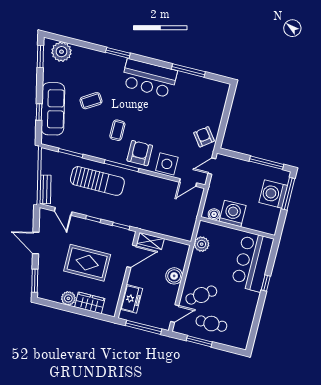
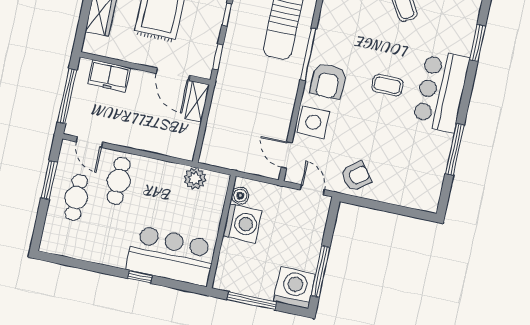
coffee table: (117, 130) -> (387, 85), moved
armchair: (140, 153) -> (328, 81), turned 90
washing machine: (273, 194) -> (295, 288), moved
window: (288, 194) -> (252, 301), moved
boiler: (174, 276) -> (146, 139), removed
cafe table: (201, 295) -> (119, 181), turned 35

